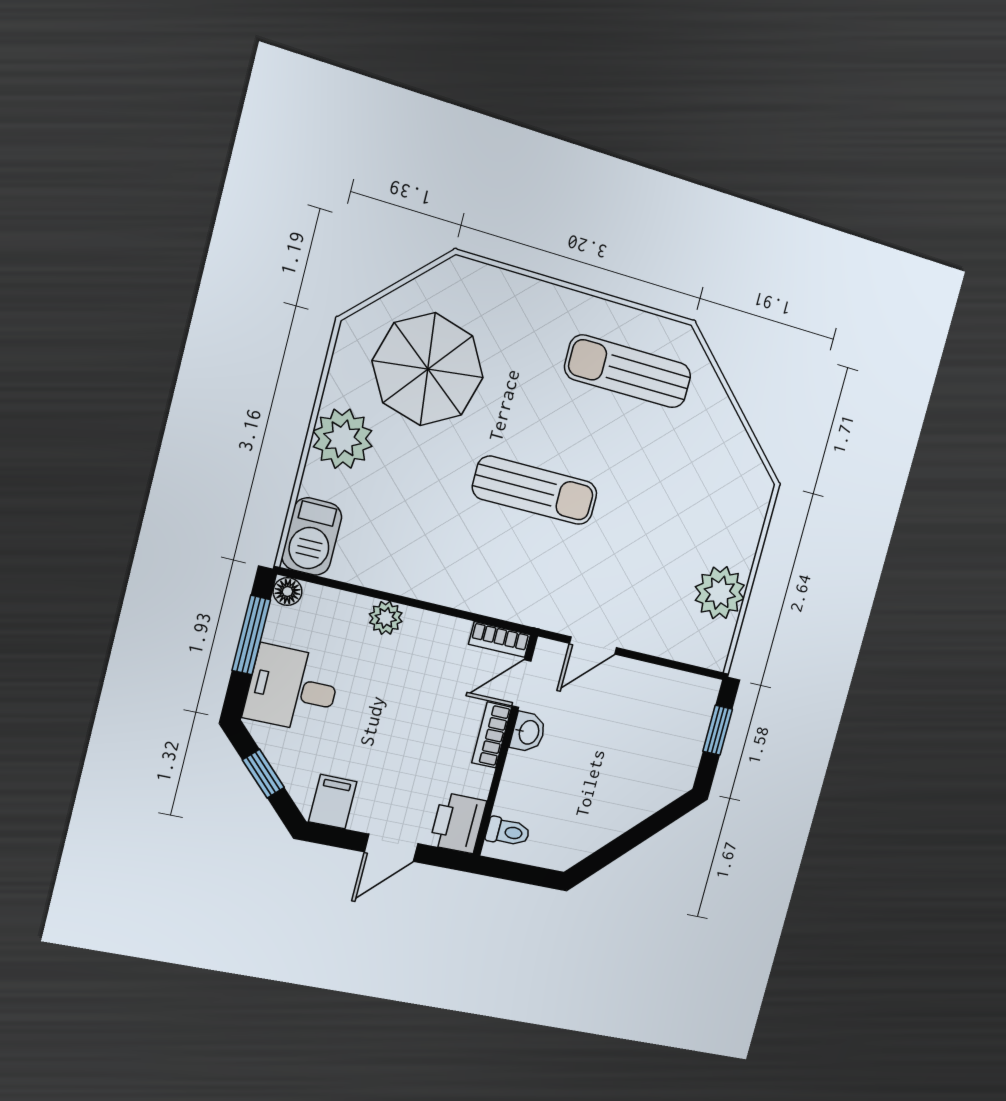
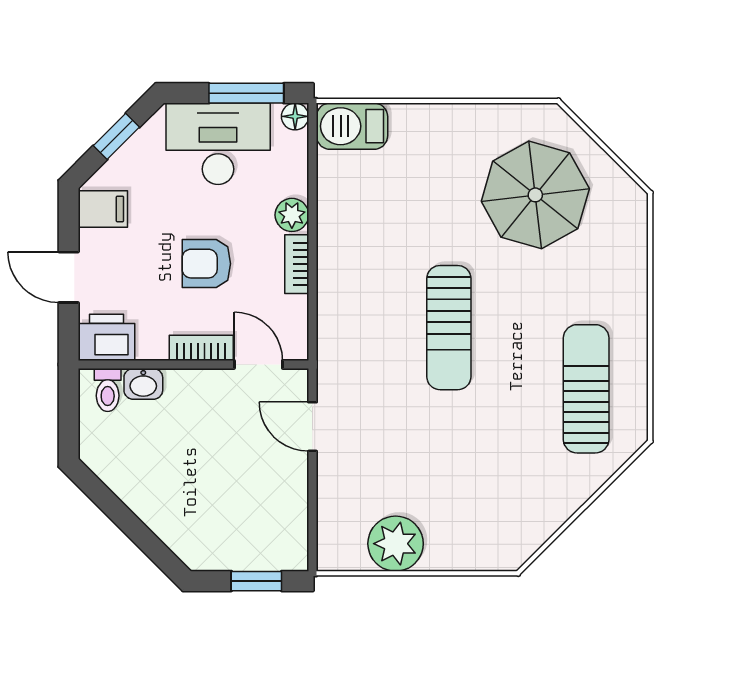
plant: (343, 439) -> (450, 132), removed
bookcase: (500, 639) -> (297, 264), moved
desk: (293, 689) -> (218, 144), width x1.37
armchair: (412, 712) -> (206, 264), added
washbasin: (528, 732) -> (143, 384), moved

